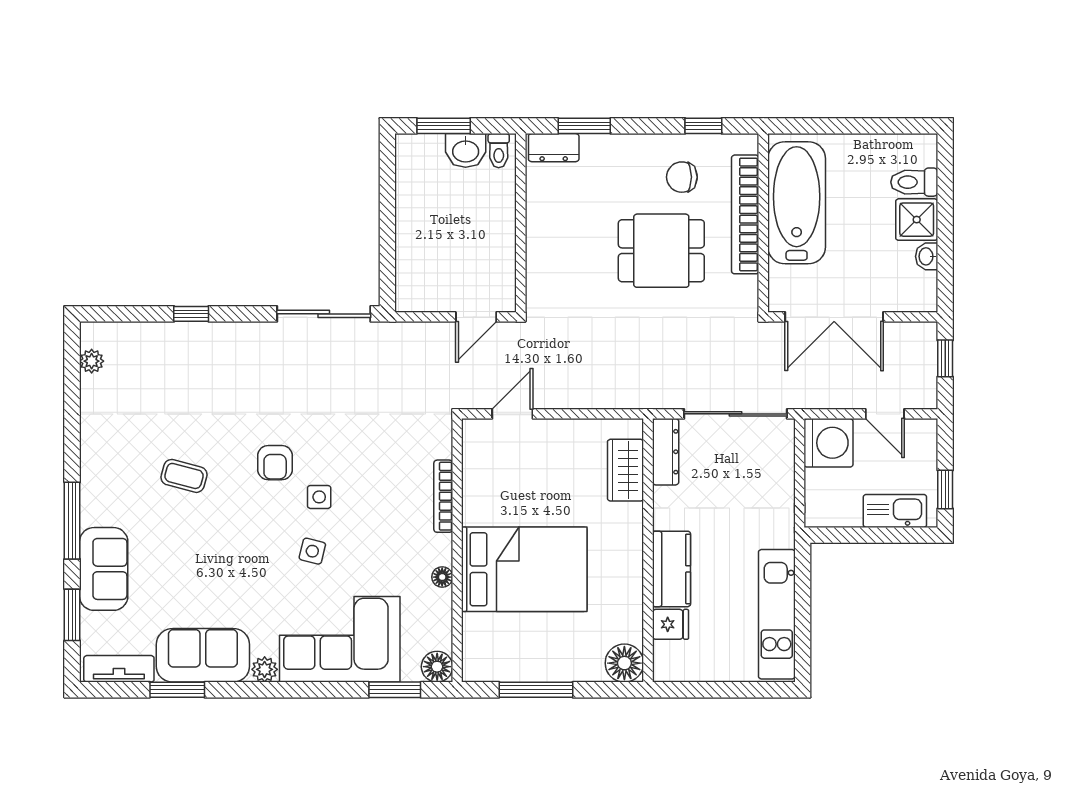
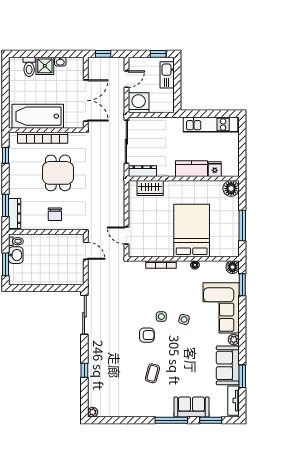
dresser: (554, 148) -> (15, 214), width x1.44
chair: (682, 177) -> (55, 214), moved
plant: (92, 361) -> (93, 412), moved

